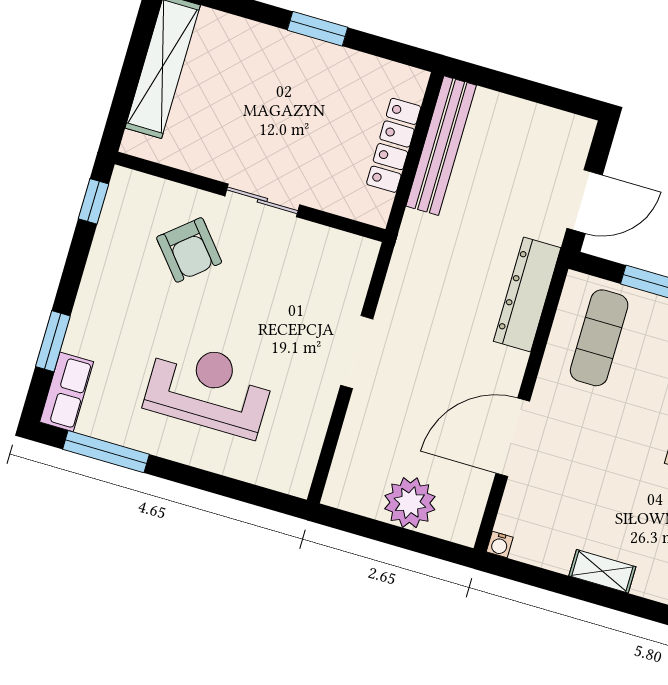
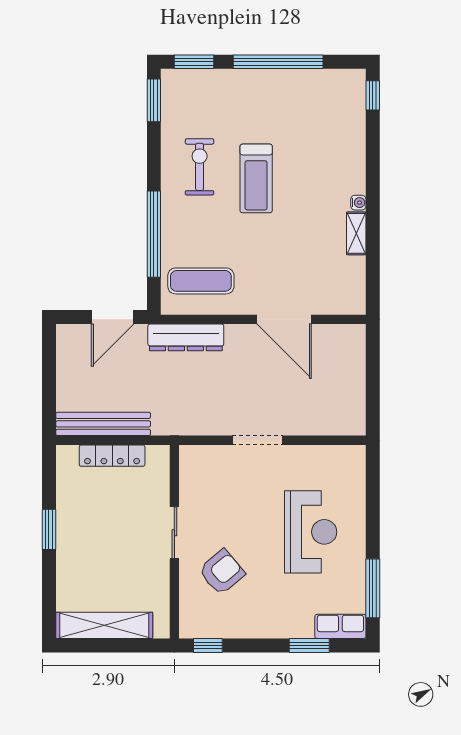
door: (585, 202) -> (113, 317), swing flipped
reception desk: (209, 389) -> (311, 532), turned 180
plant: (410, 503) -> (348, 375), removed
water cooler: (500, 545) -> (358, 203), moved

